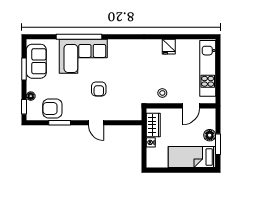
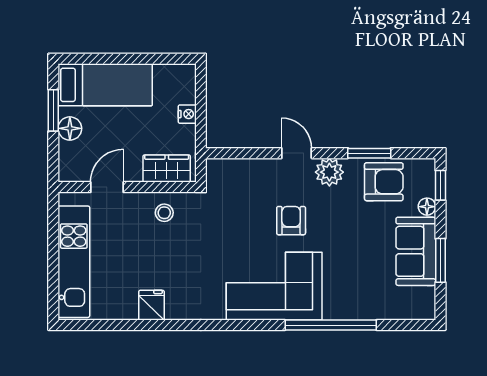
corner sofa: (83, 56) -> (274, 286), moved
sofa: (36, 61) -> (416, 251), moved
plant: (80, 113) -> (329, 172), added
wardrobe: (153, 125) -> (167, 169), moved, turned 90

